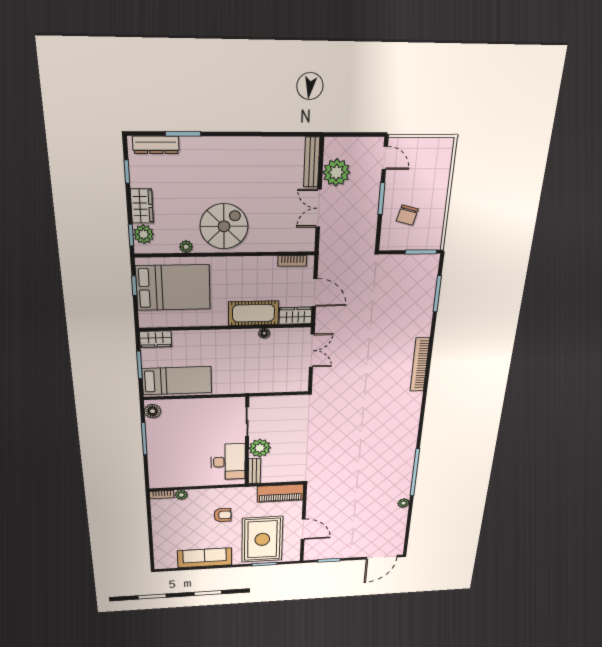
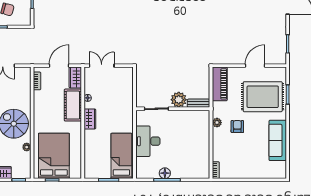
plant: (144, 234) -> (18, 172), removed
wardrobe: (156, 339) -> (90, 119), moved
floor lamp: (153, 411) -> (165, 173), moved
desk: (228, 462) -> (148, 141), moved, turned -90
plant: (181, 495) -> (217, 123), moved

